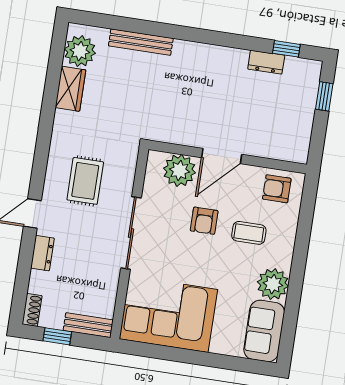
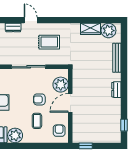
dresser: (266, 62) -> (116, 90), moved
window: (324, 96) -> (86, 146), moved
door: (222, 156) -> (70, 103), hinge flipped

